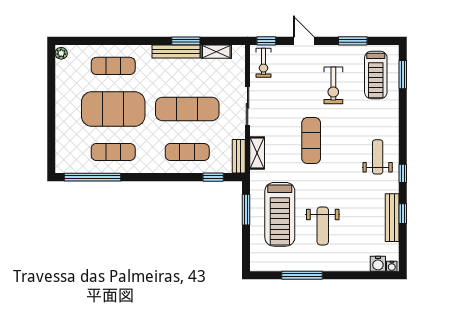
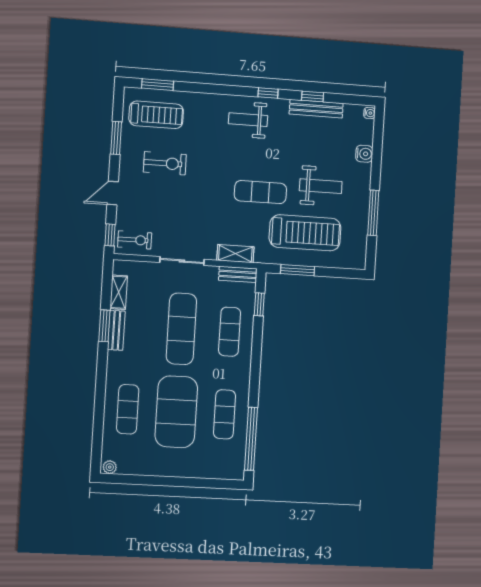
bench: (176, 52) -> (116, 330), width x0.73
exercise mat: (311, 141) -> (260, 192), moved
water cooler: (378, 264) -> (364, 154), moved

